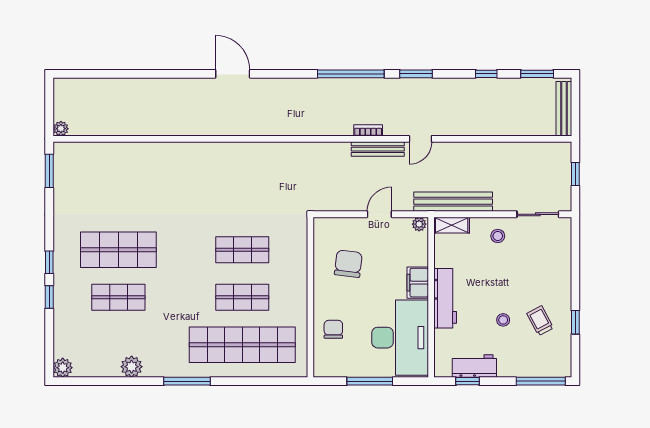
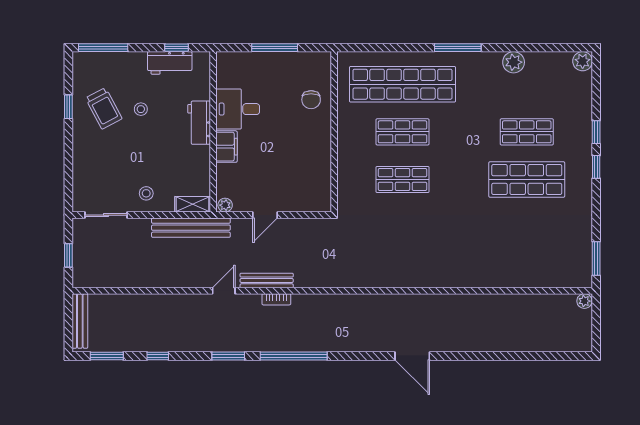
chair: (348, 264) -> (296, 165), removed
workbench: (445, 298) -> (199, 123), width x0.73
trolley: (540, 321) -> (104, 108), width x1.36, depth x1.39
desk: (400, 338) -> (238, 109), width x0.53, depth x0.77

